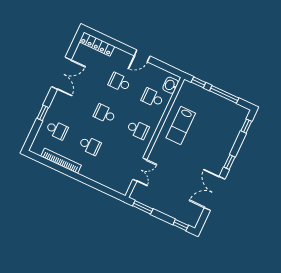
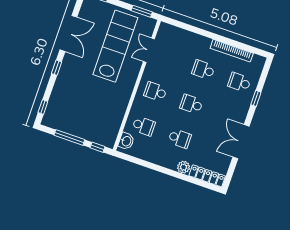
plant: (119, 55) -> (184, 167), added
door: (142, 56) -> (159, 168), removed
school desk: (105, 114) -> (191, 104), turned 180
lab bench: (181, 126) -> (115, 46), moved, width x1.86, depth x1.39

